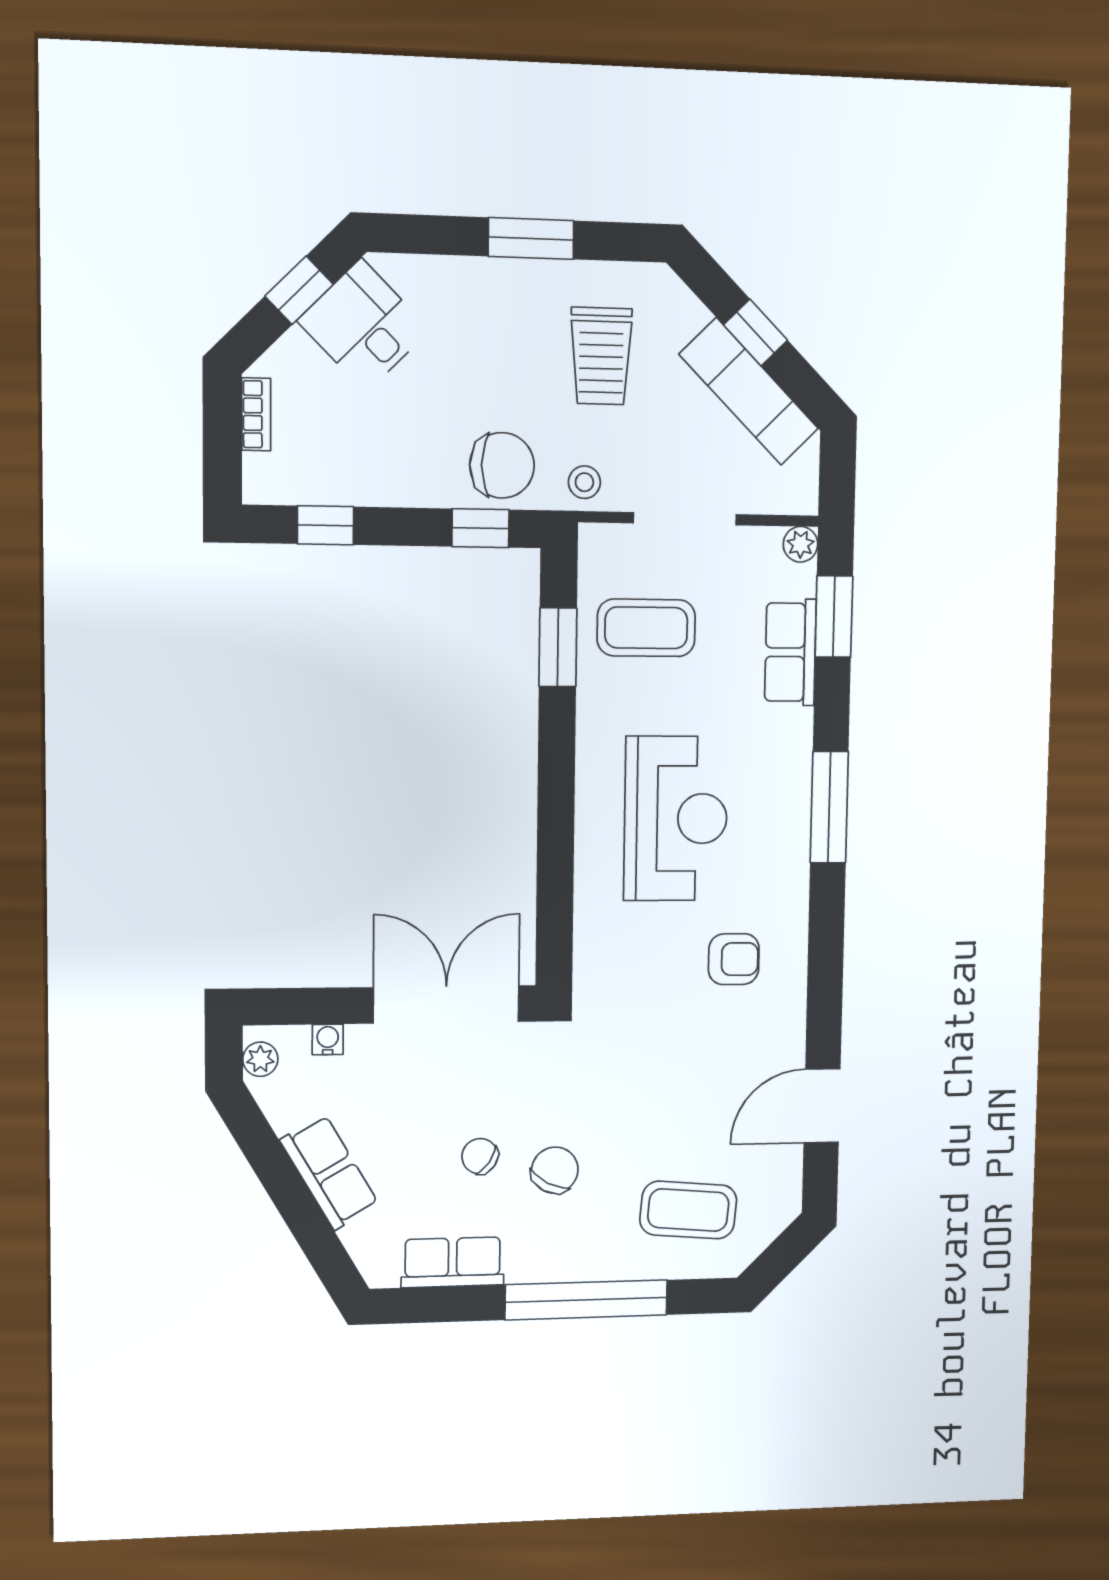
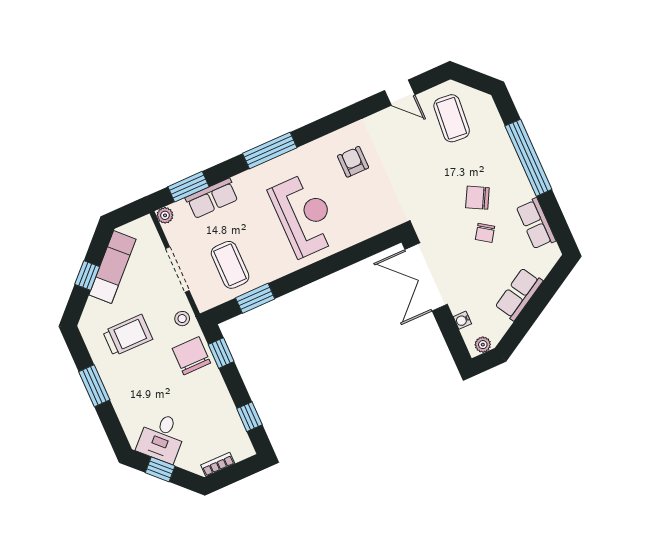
reception desk: (676, 819) -> (304, 215), turned 90
door: (822, 1106) -> (400, 93), width x0.73
coffee table: (688, 1210) -> (452, 118), moved

